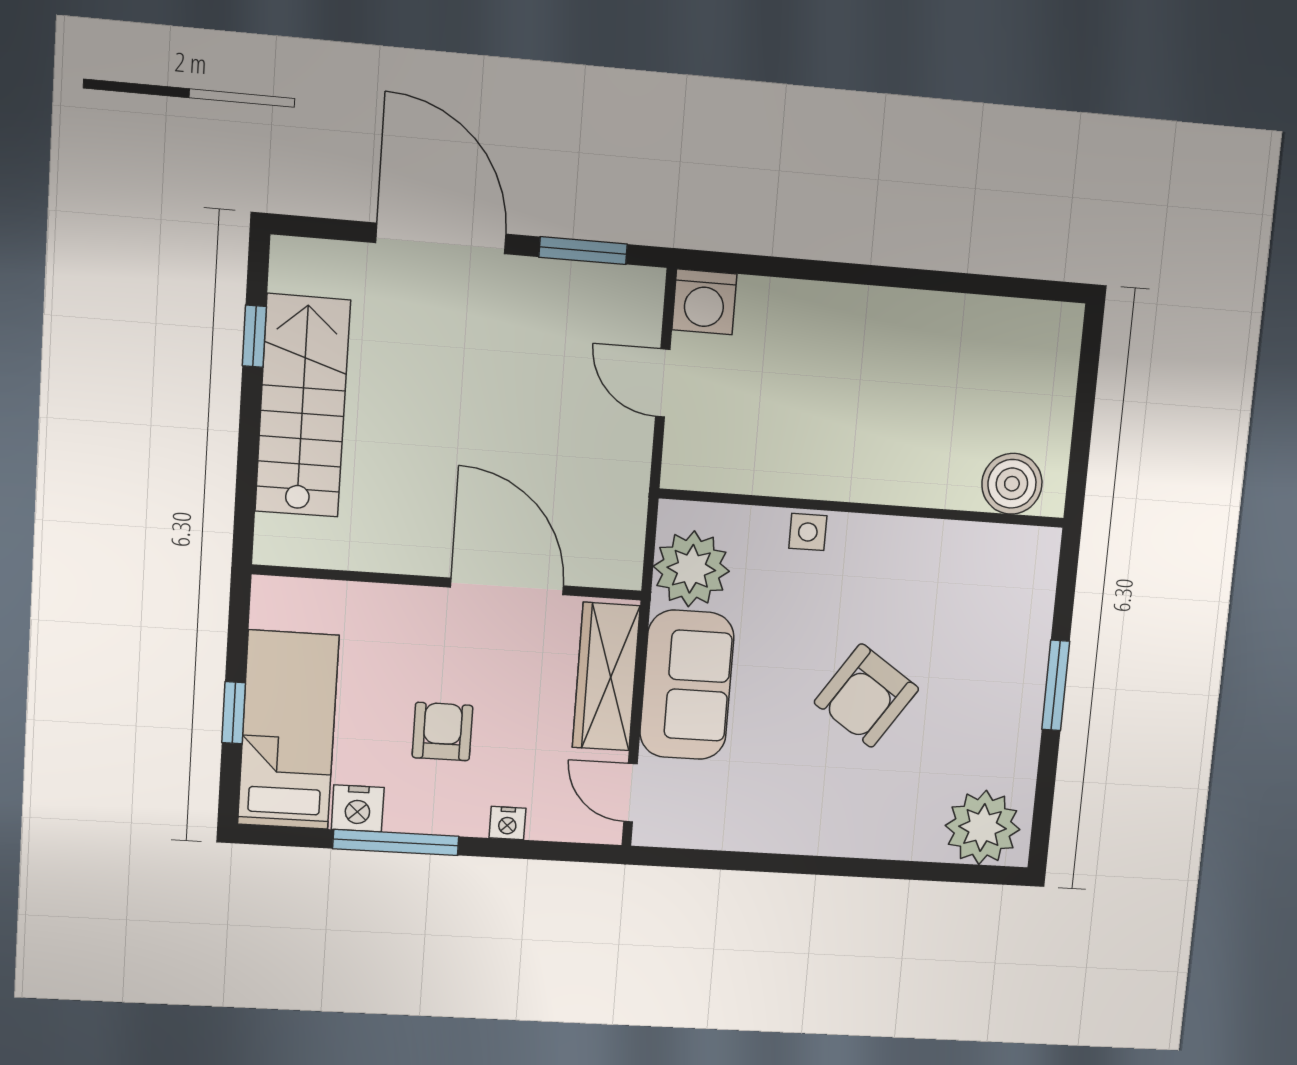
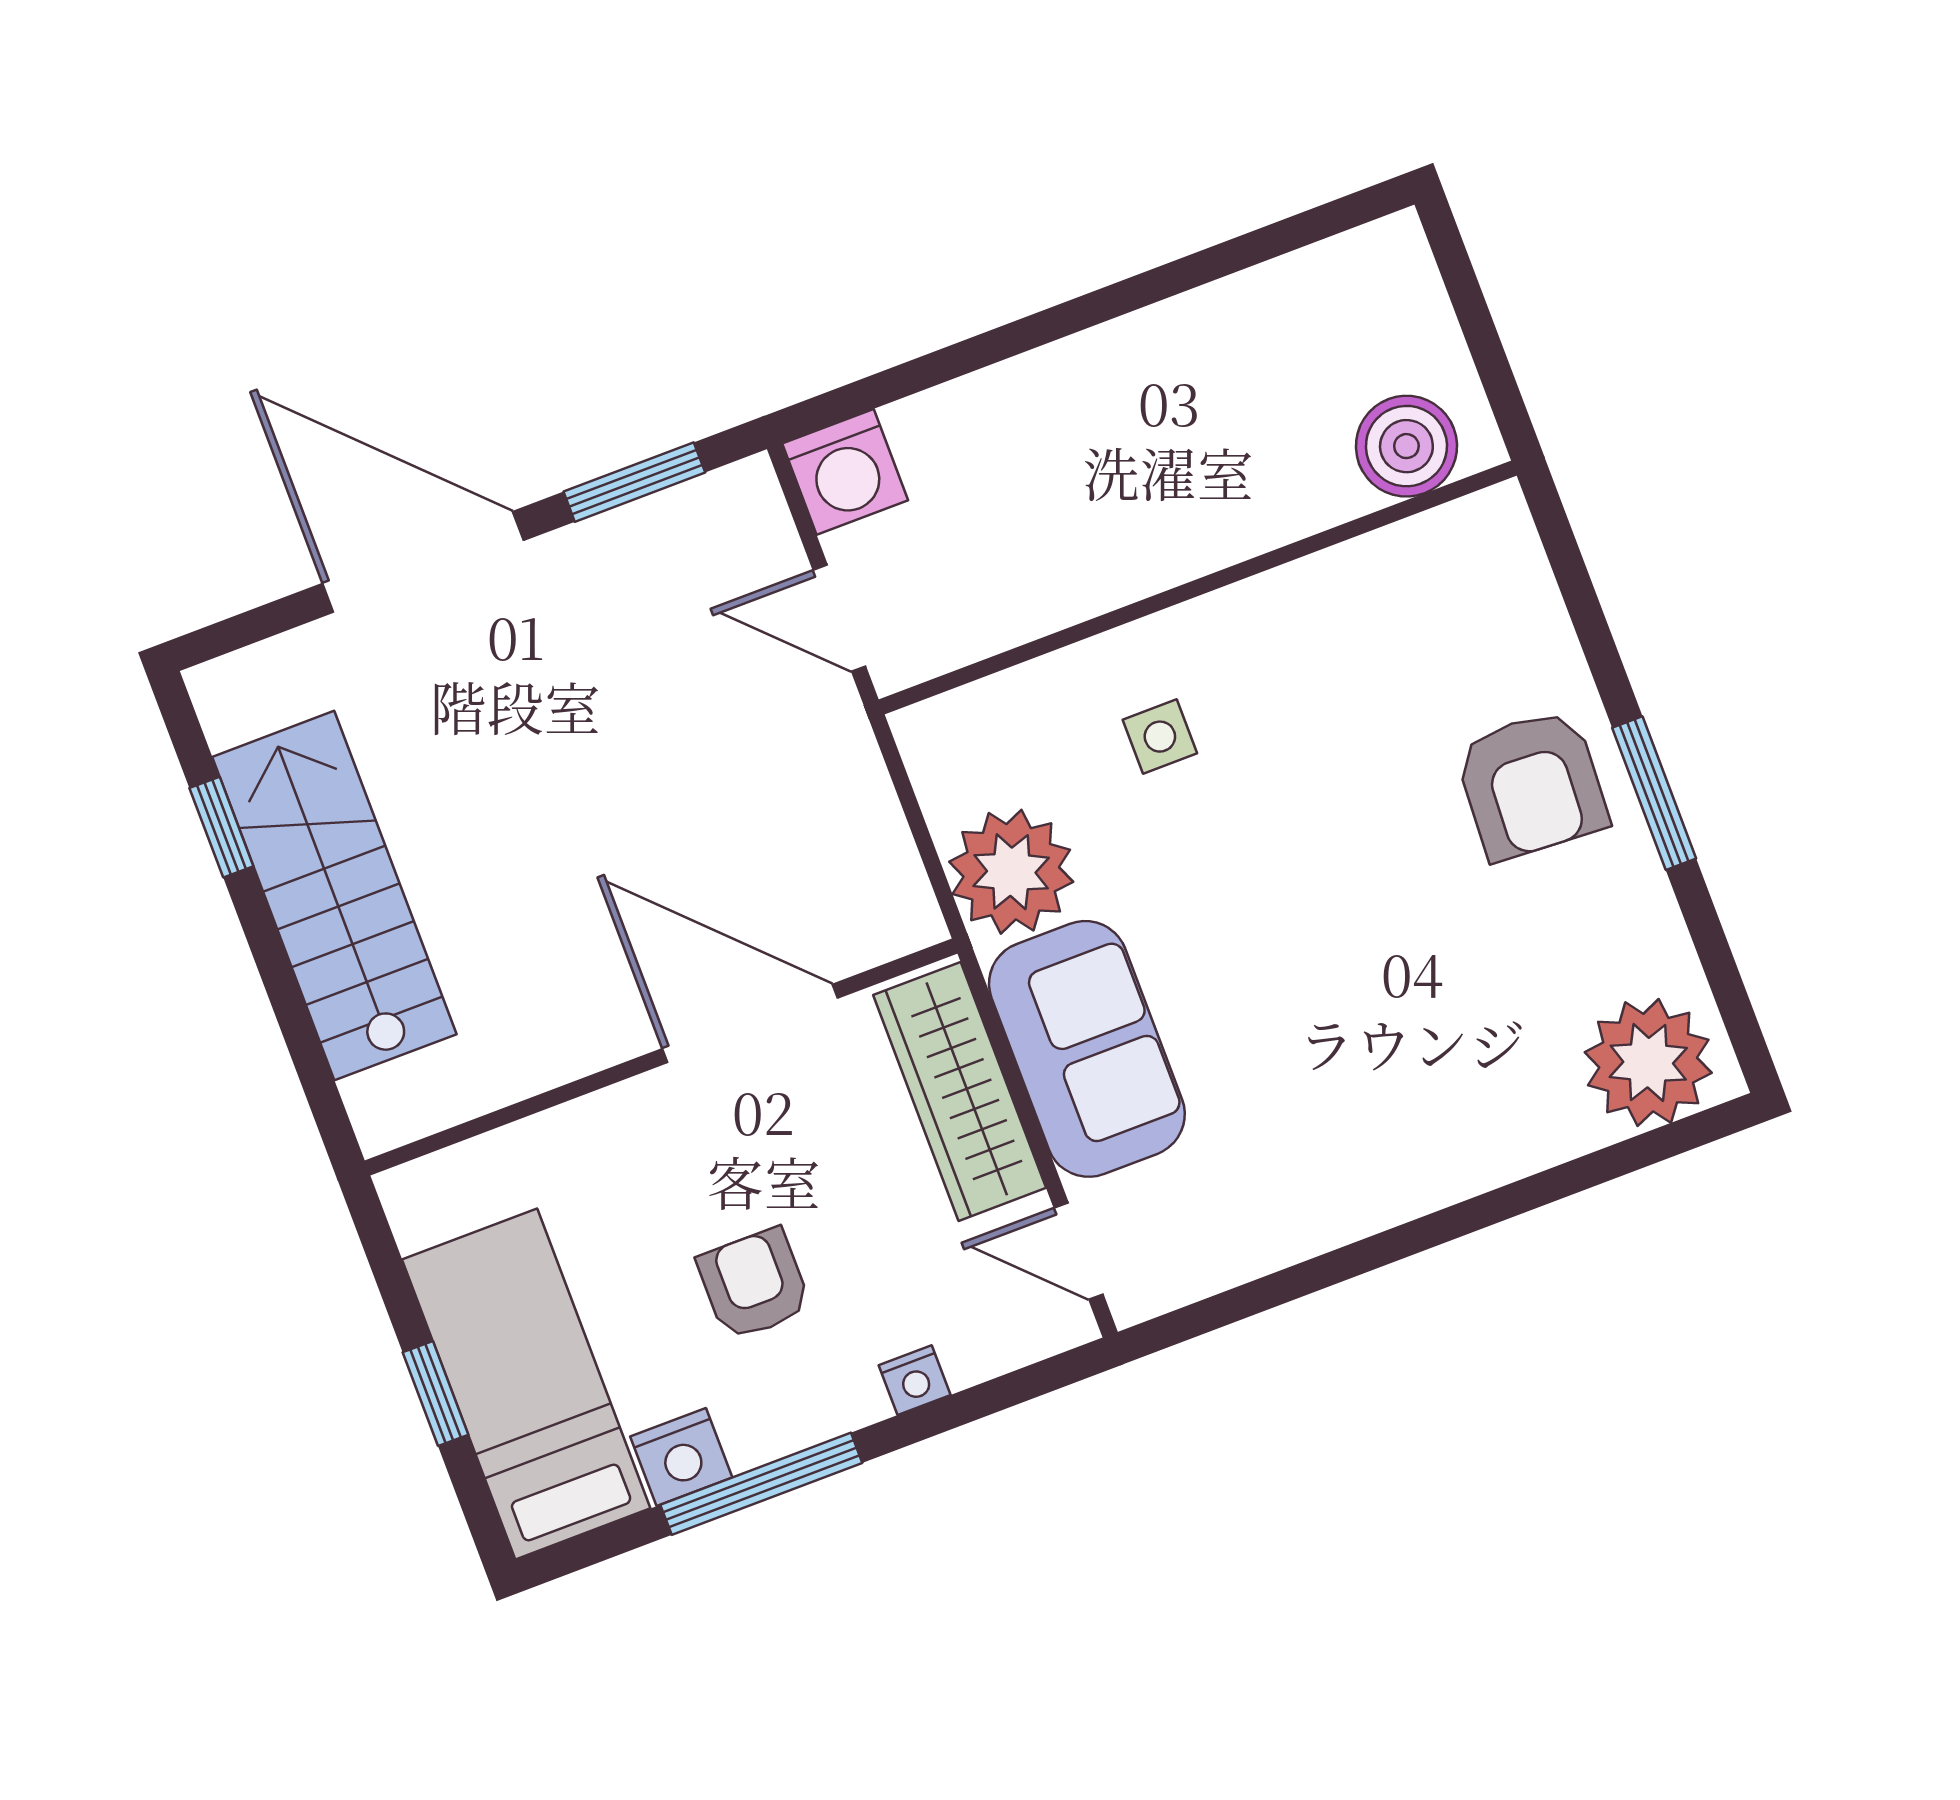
boiler: (1012, 484) -> (1406, 446), moved
wall: (863, 508) -> (1198, 588), moved
armchair: (866, 696) -> (1531, 784), moved, turned -31

